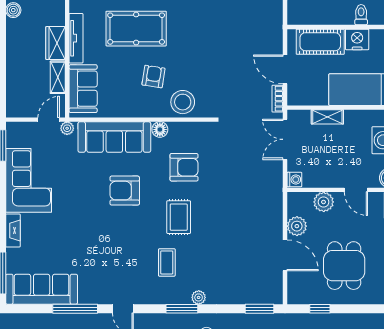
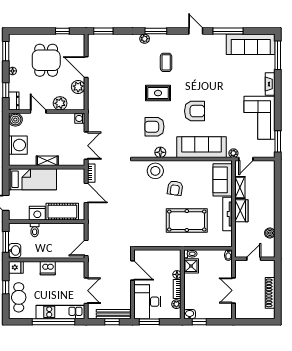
shelving: (327, 117) -> (47, 161), moved
floor lamp: (160, 130) -> (160, 152), moved
rug: (179, 217) -> (158, 93), turned 90

